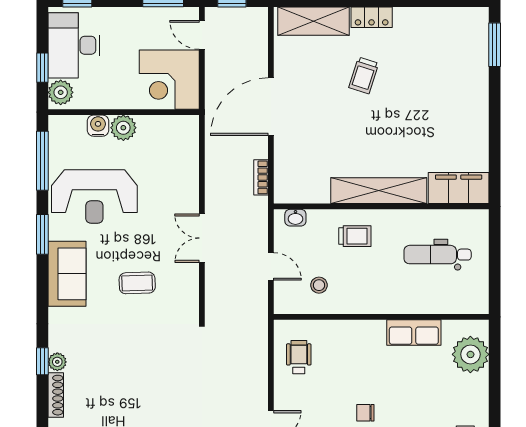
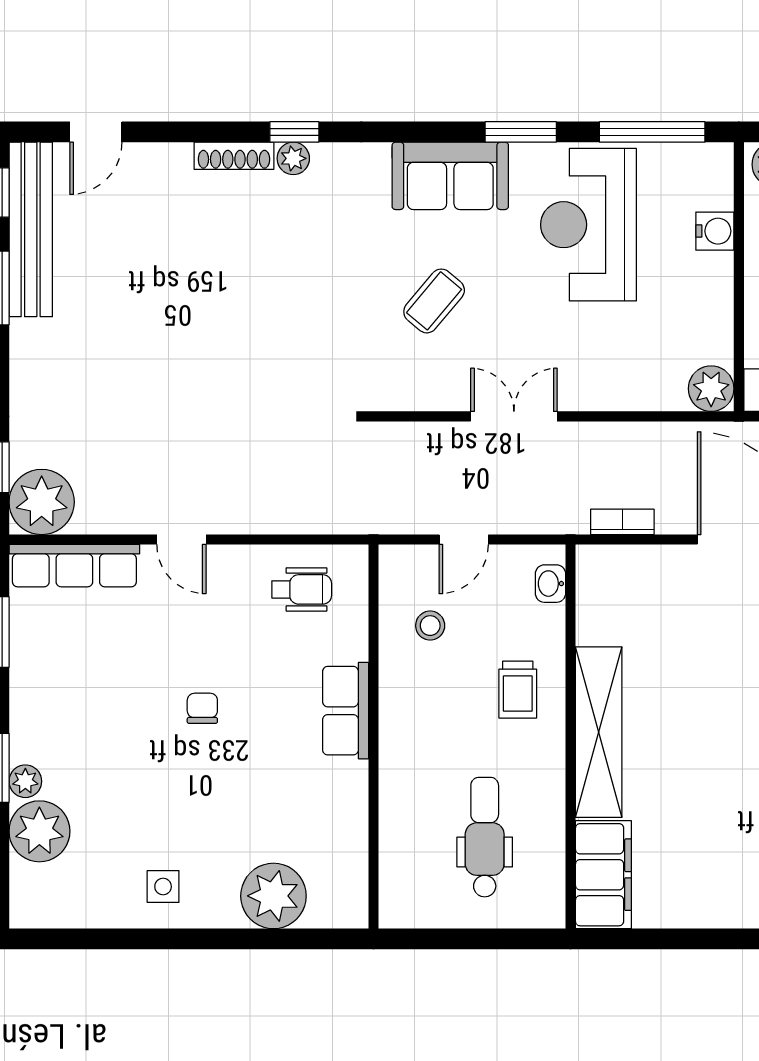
plant: (123, 128) -> (711, 389), moved
coffee table: (137, 283) -> (434, 301), turned 42
row of seats: (414, 333) -> (346, 711), moved
plant: (470, 354) -> (273, 896), moved

